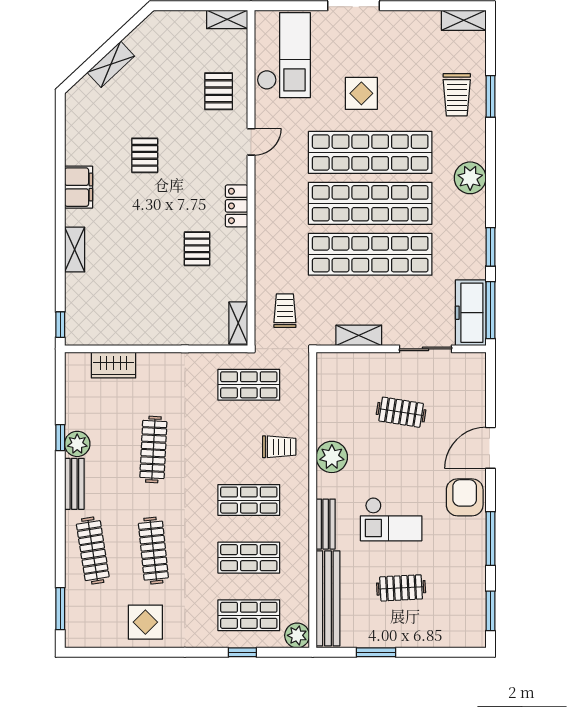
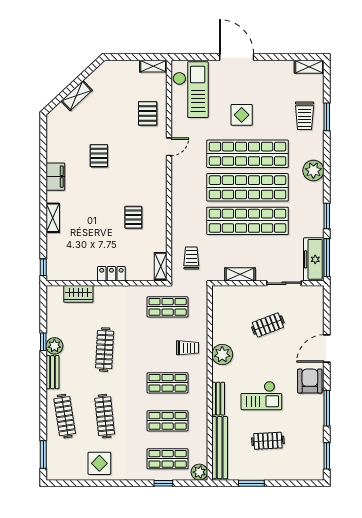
locker: (237, 206) -> (111, 274), moved, turned 90
clothes rail: (401, 412) -> (268, 325), turned -30

